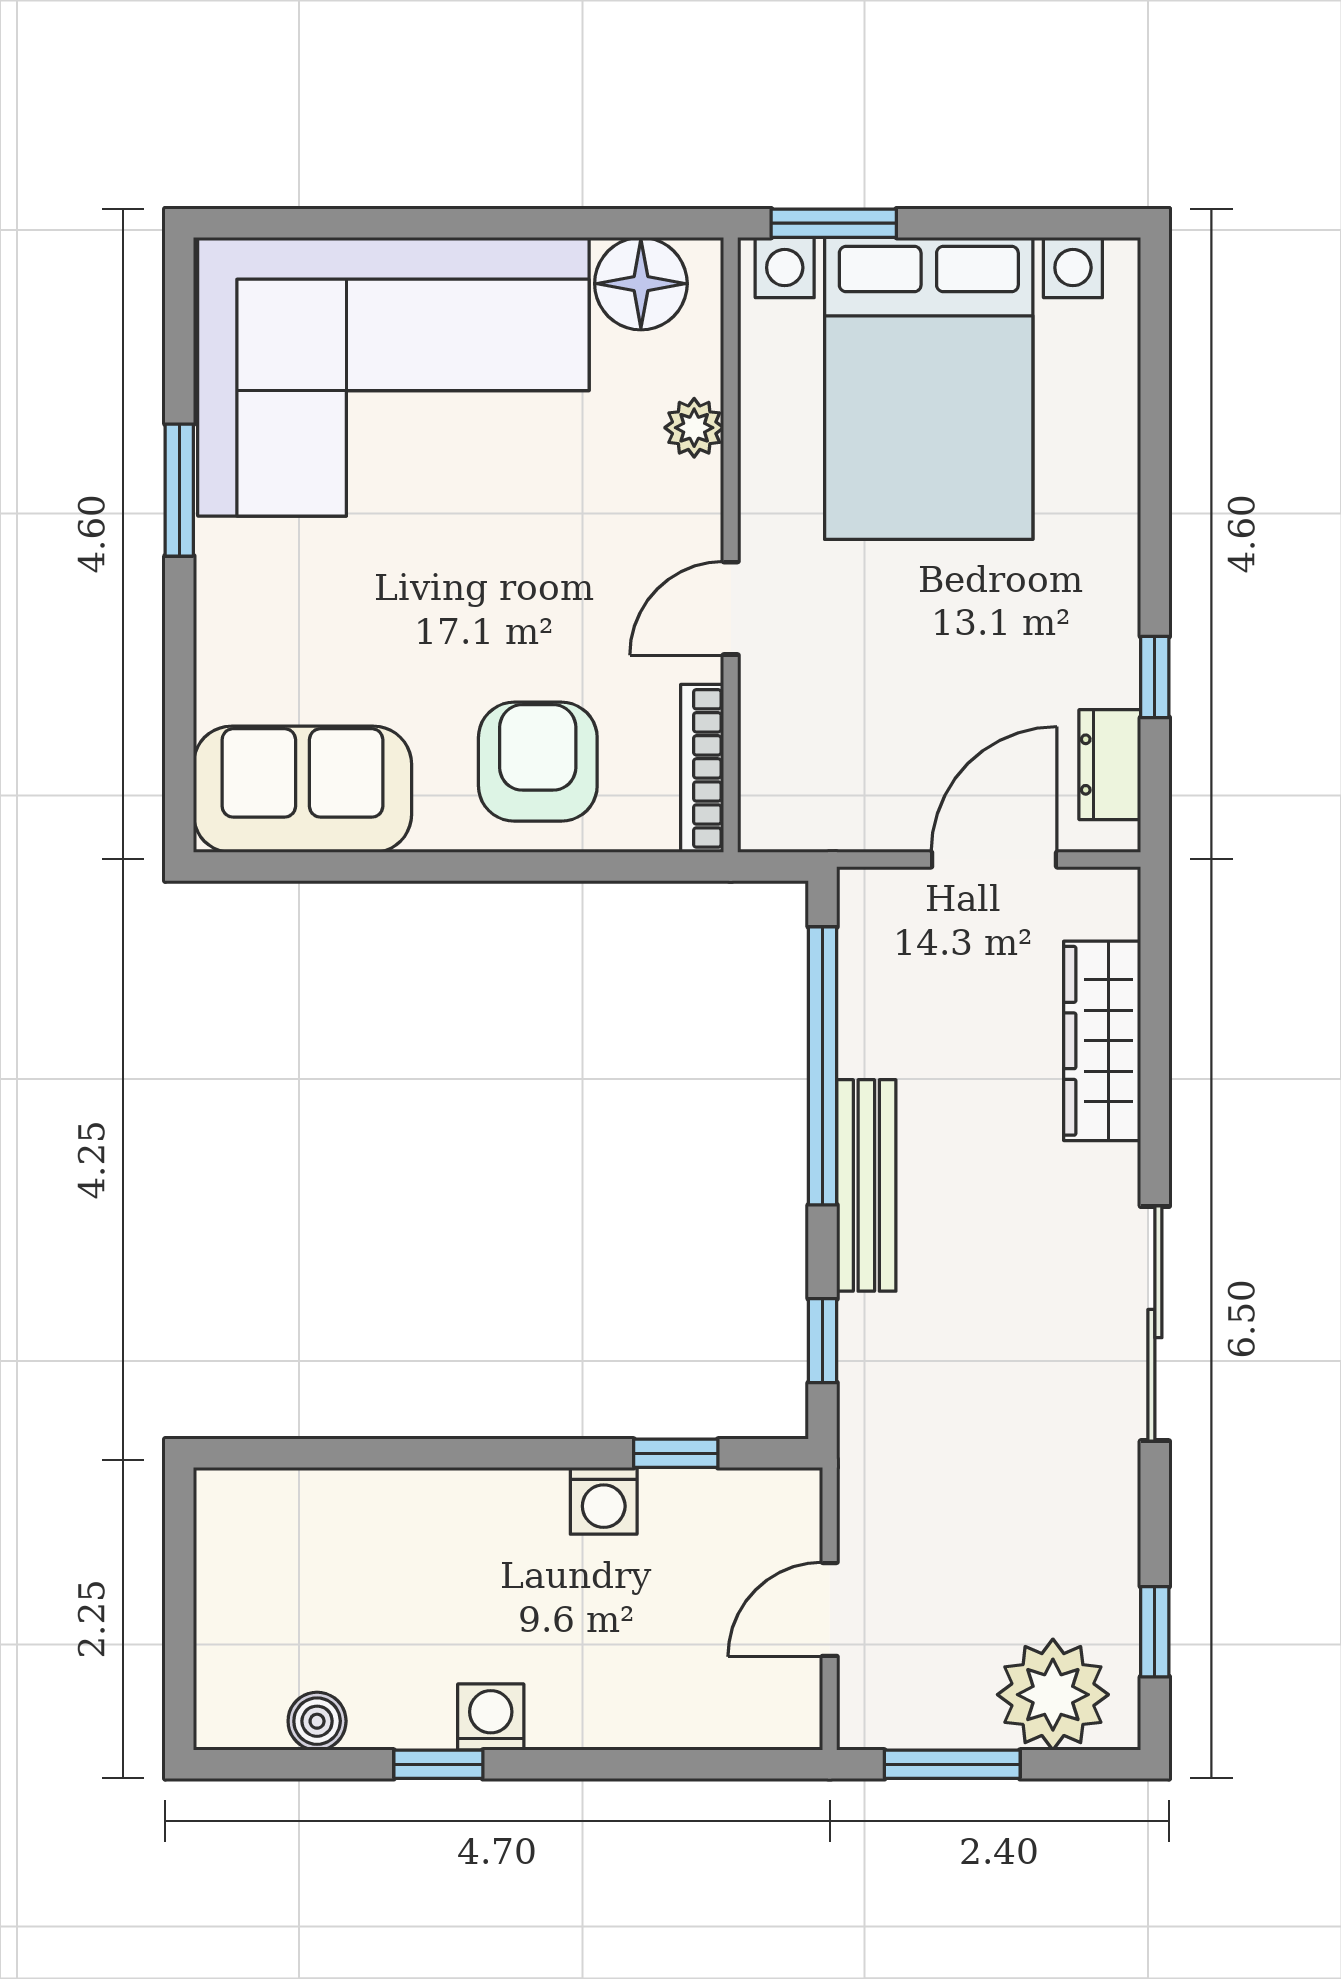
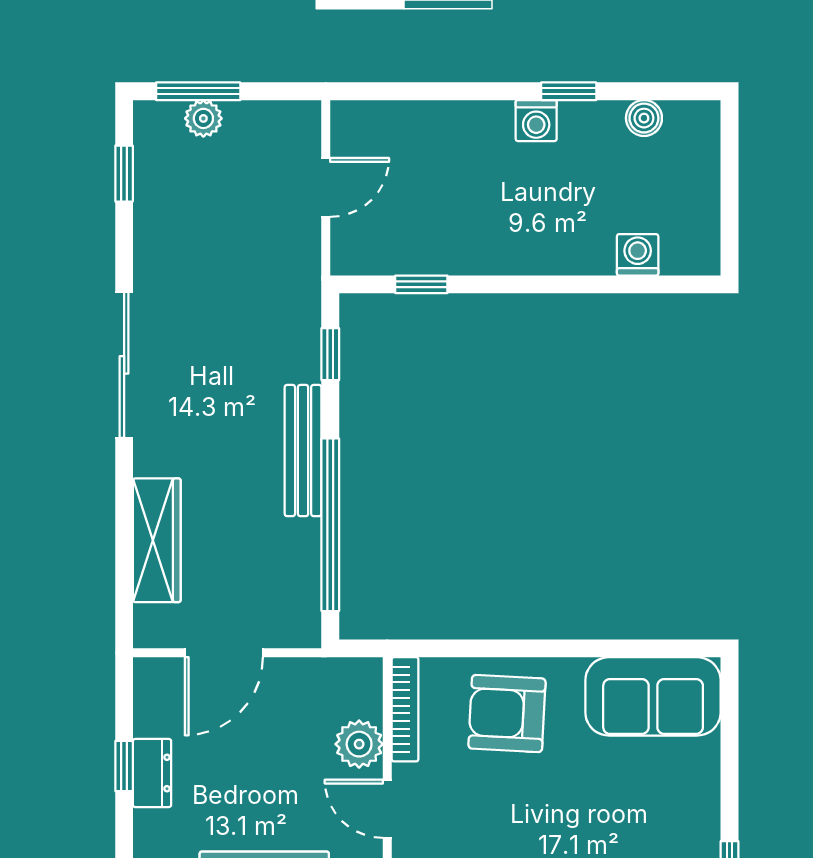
door: (731, 608) -> (387, 809), swing flipped
plant: (776, 713) -> (359, 744), added
armchair: (538, 762) -> (507, 714), turned 93
dresser: (1110, 765) -> (152, 773), moved
washing machine: (604, 1501) -> (638, 255), moved
plant: (1053, 1695) -> (203, 118), width x0.53, depth x0.53
window: (952, 1764) -> (198, 91), moved

